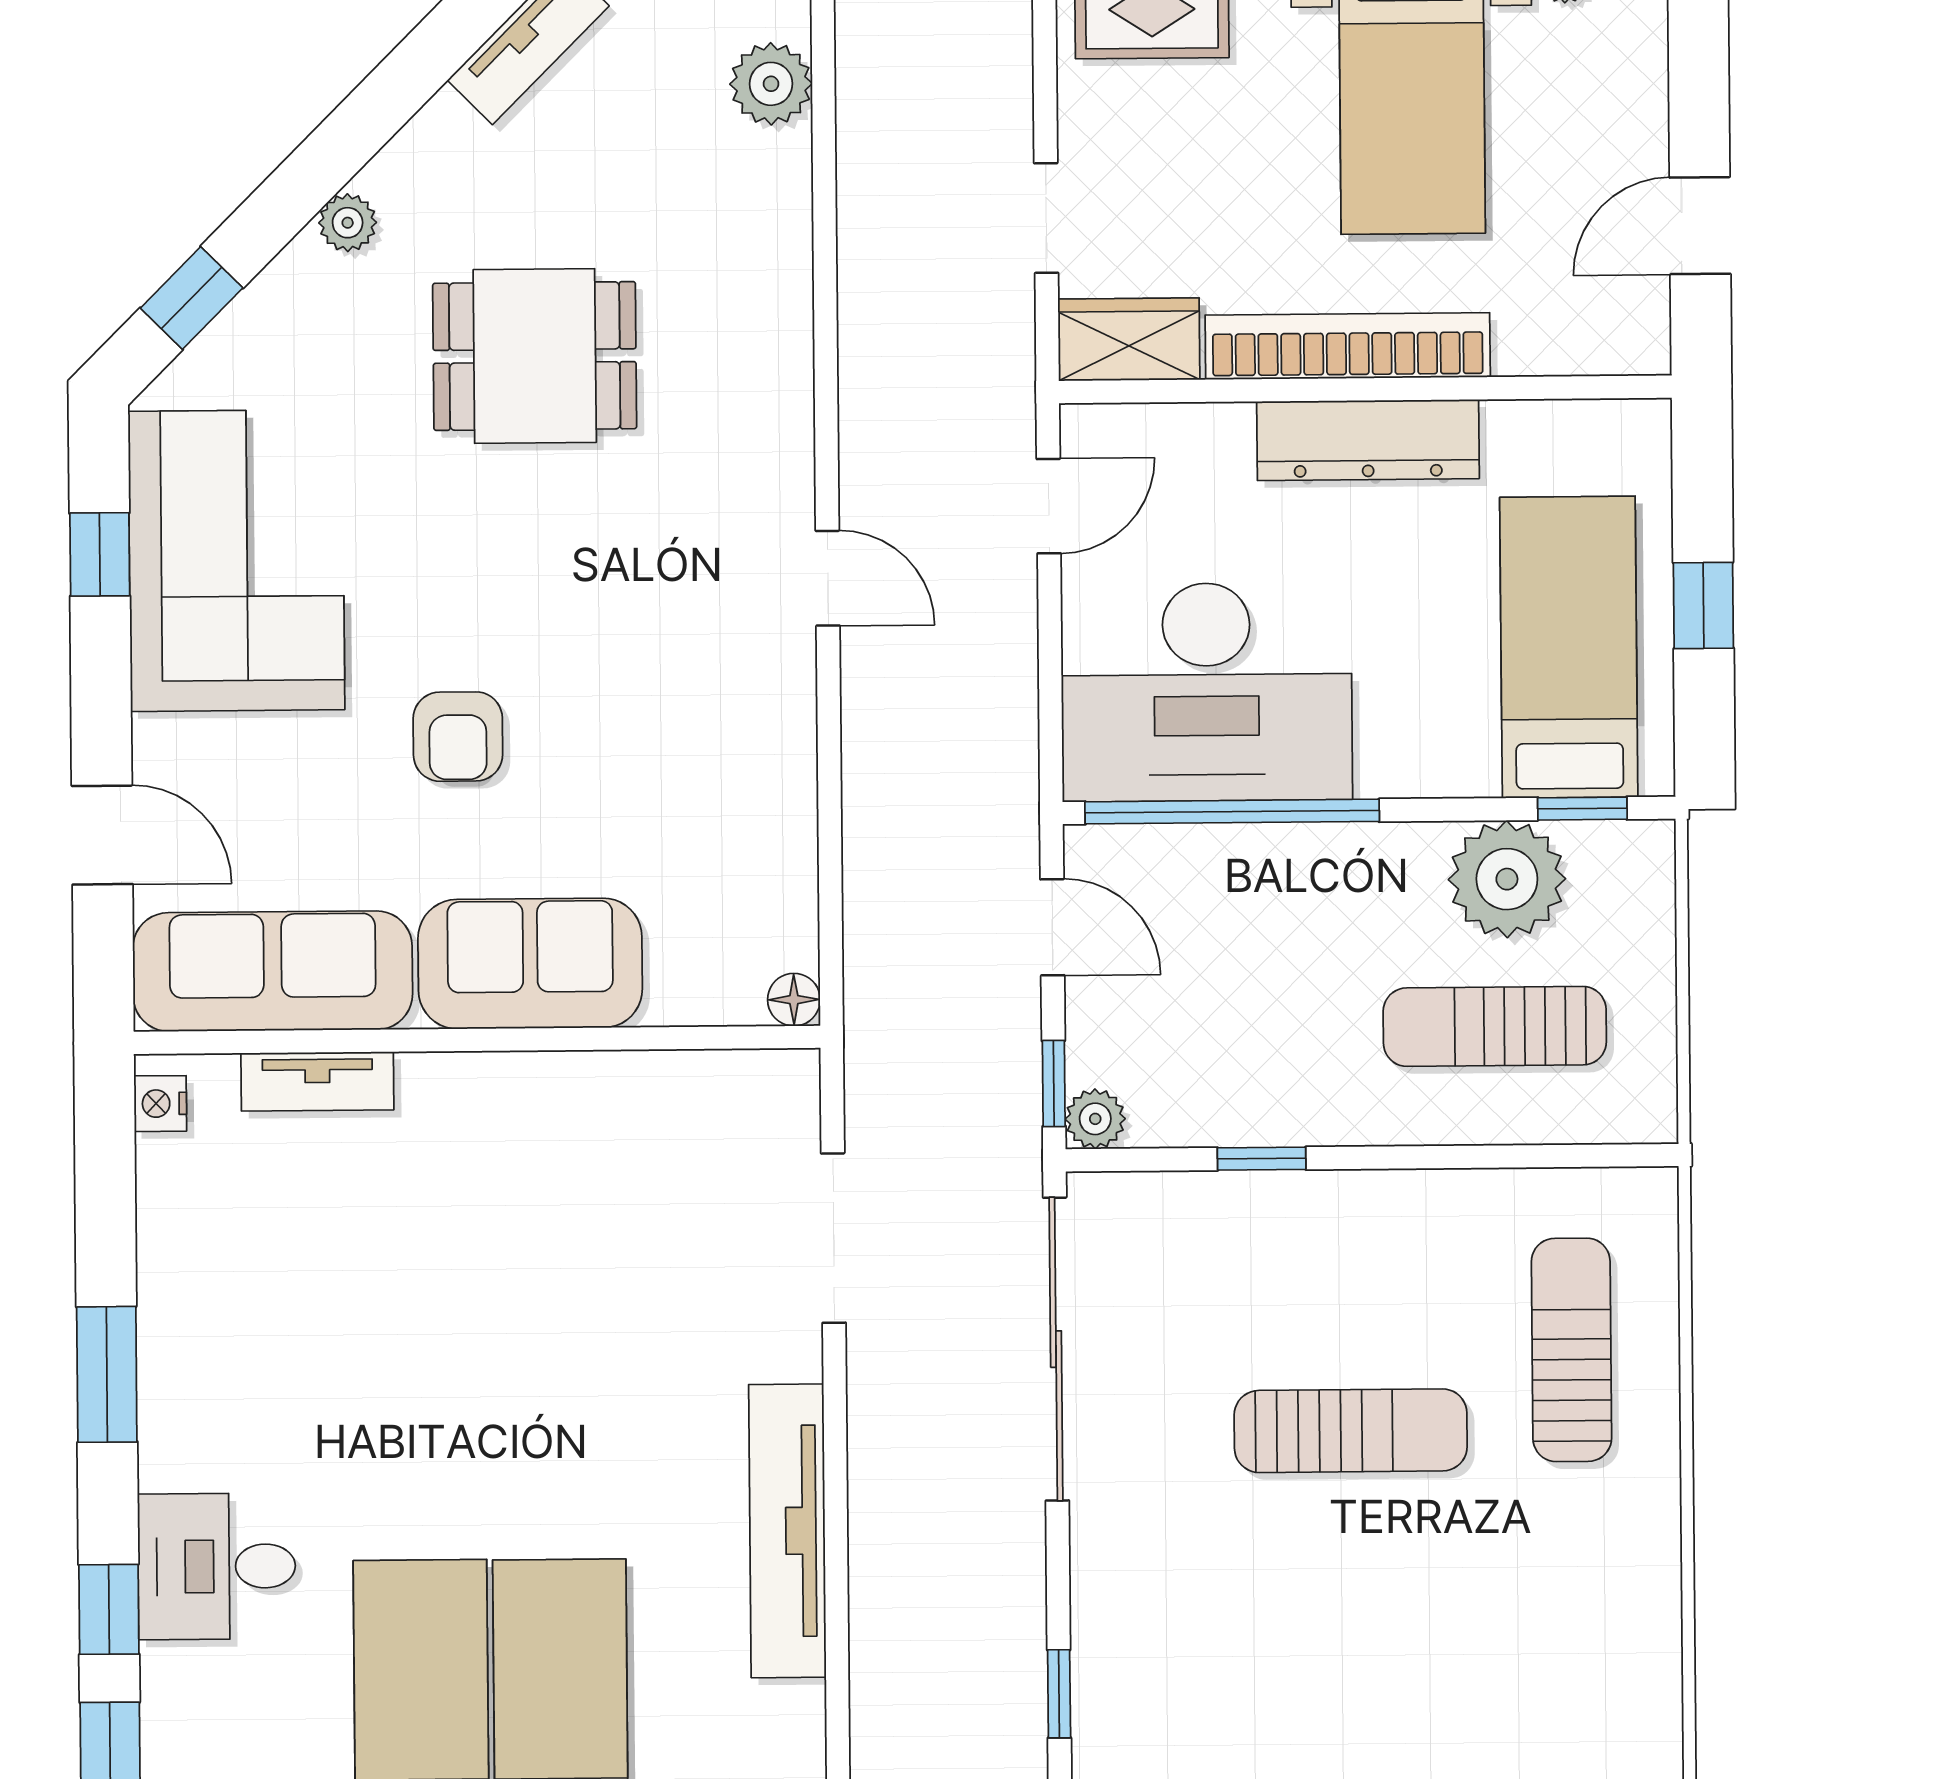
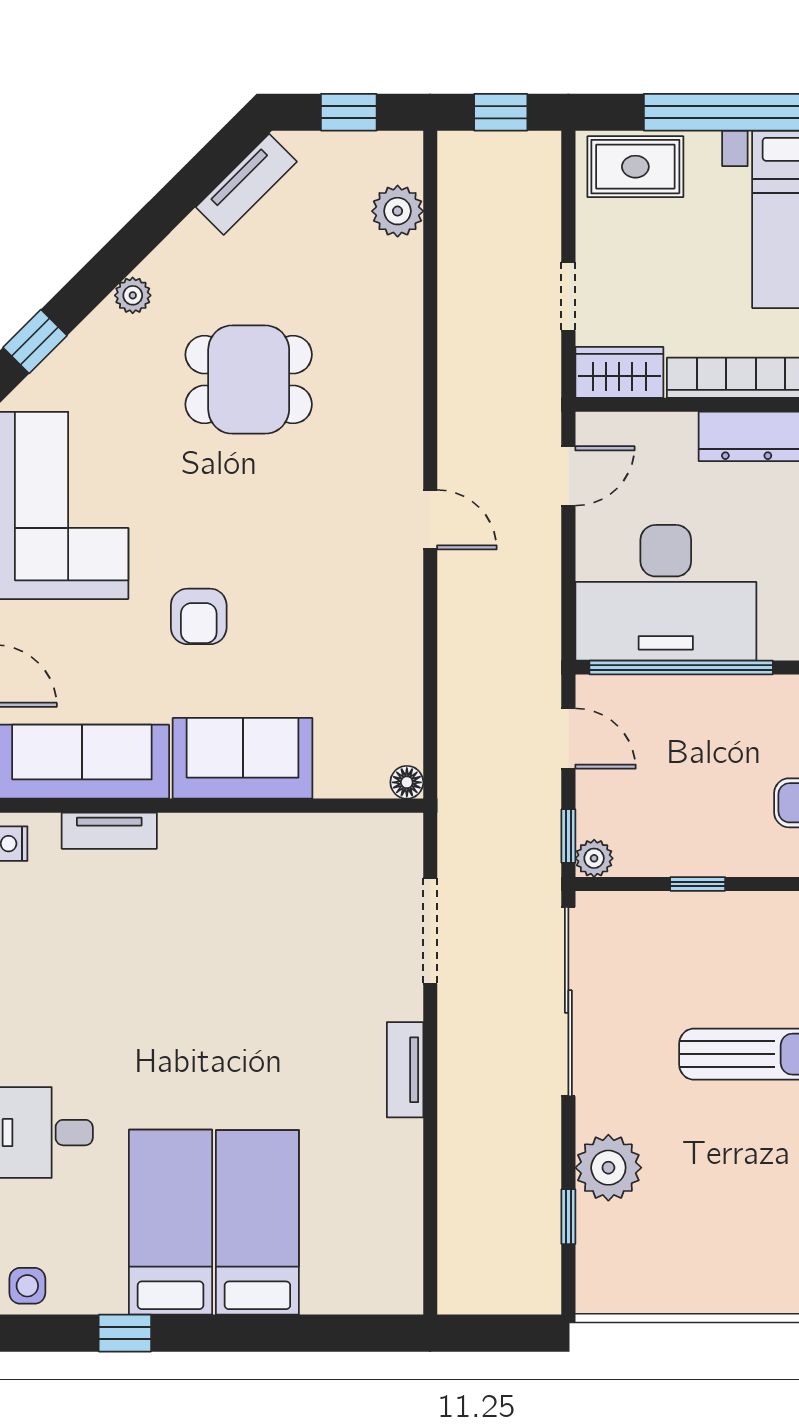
tv unit: (787, 1531) -> (405, 1070), width x0.52, depth x0.78
plant: (1123, 1615) -> (608, 1168), added

